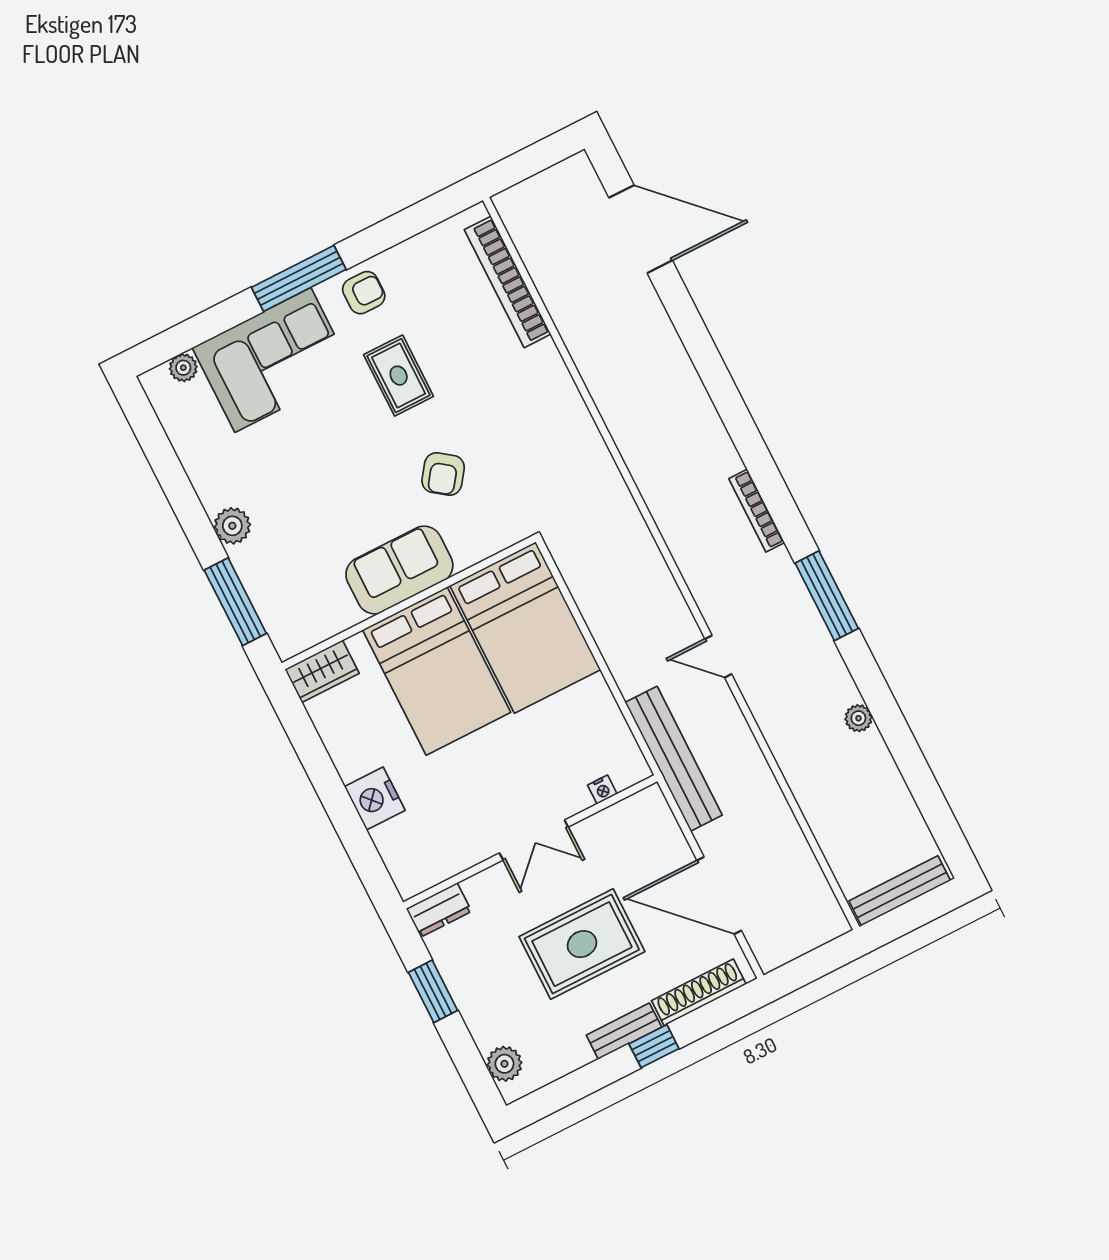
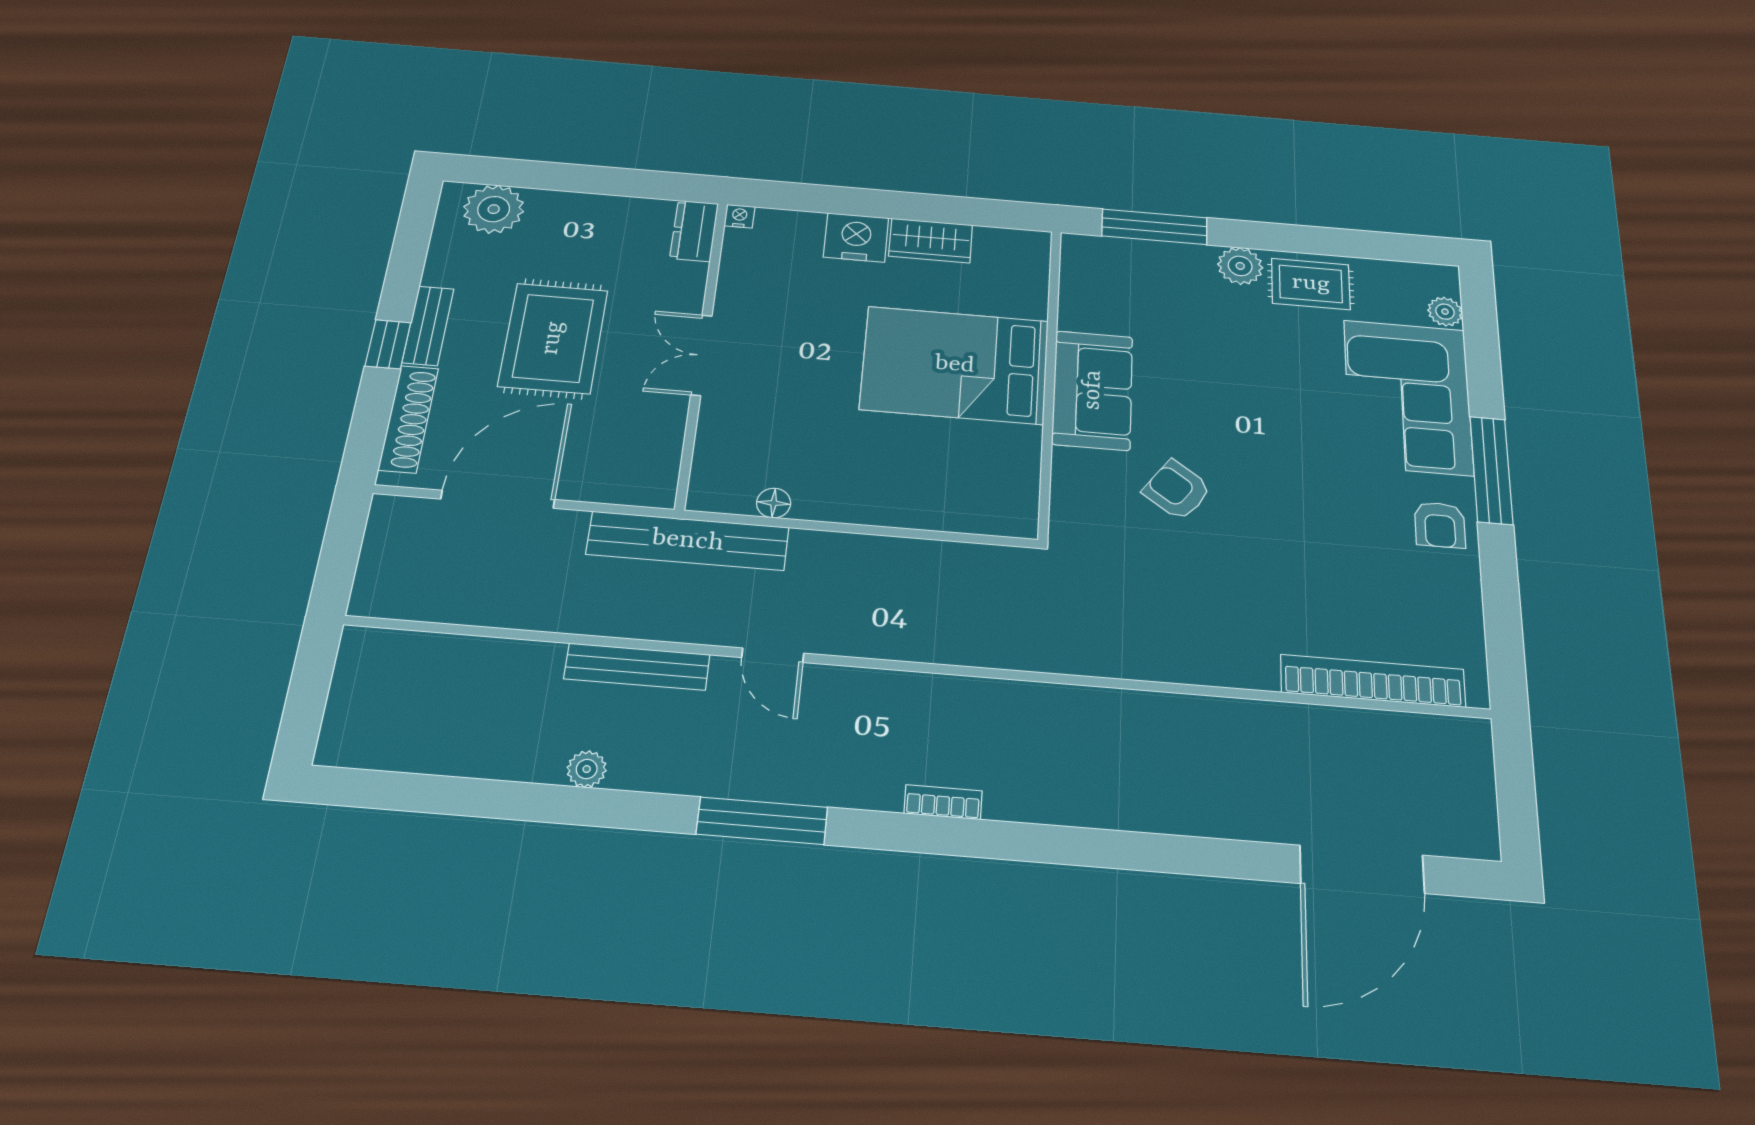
rug: (399, 376) -> (1311, 284), moved
bookcase: (757, 511) -> (943, 802), width x0.64
bed: (525, 628) -> (945, 475), removed
door: (718, 657) -> (773, 655), swing flipped
wardrobe: (322, 671) -> (931, 240), moved, turned -90
floor lamp: (614, 723) -> (774, 503), added
nightstand: (602, 790) -> (740, 216), moved, turned 90
bench: (900, 891) -> (637, 667), moved, turned 90
window: (433, 991) -> (614, 181), removed
plant: (504, 1064) -> (494, 209), width x1.36, depth x1.36

